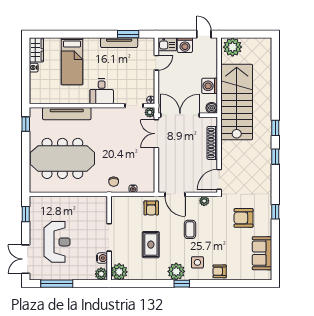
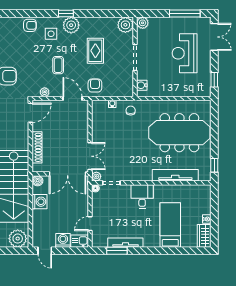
water cooler: (102, 258) -> (142, 85), moved

